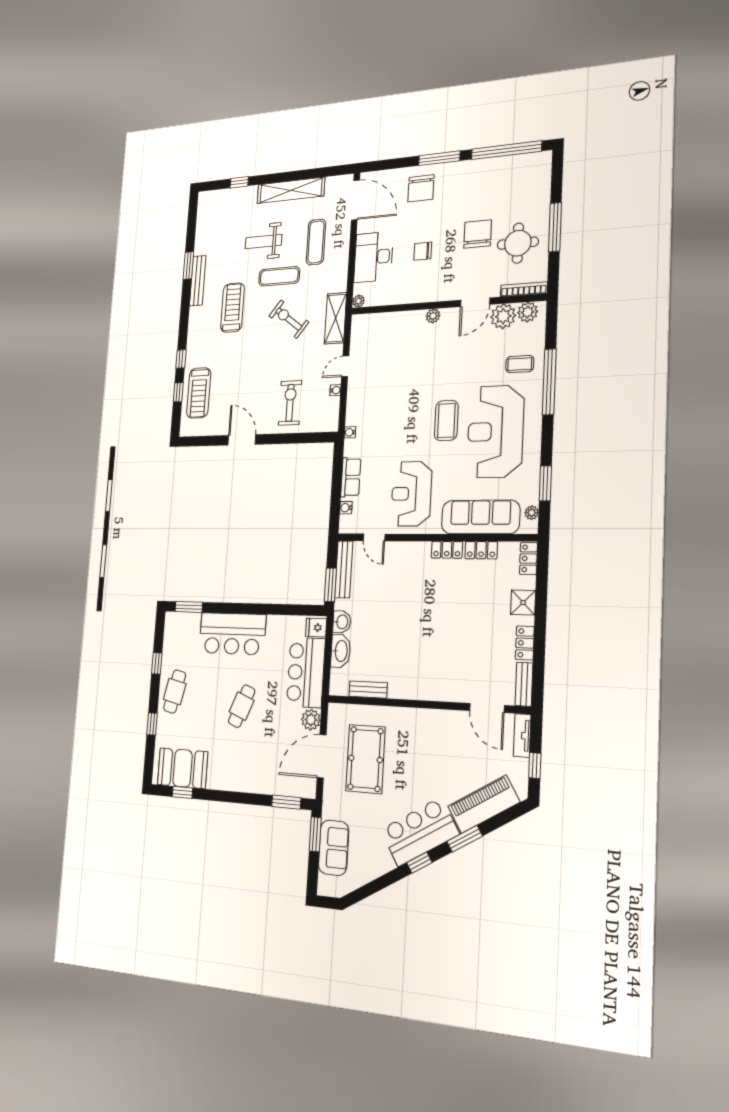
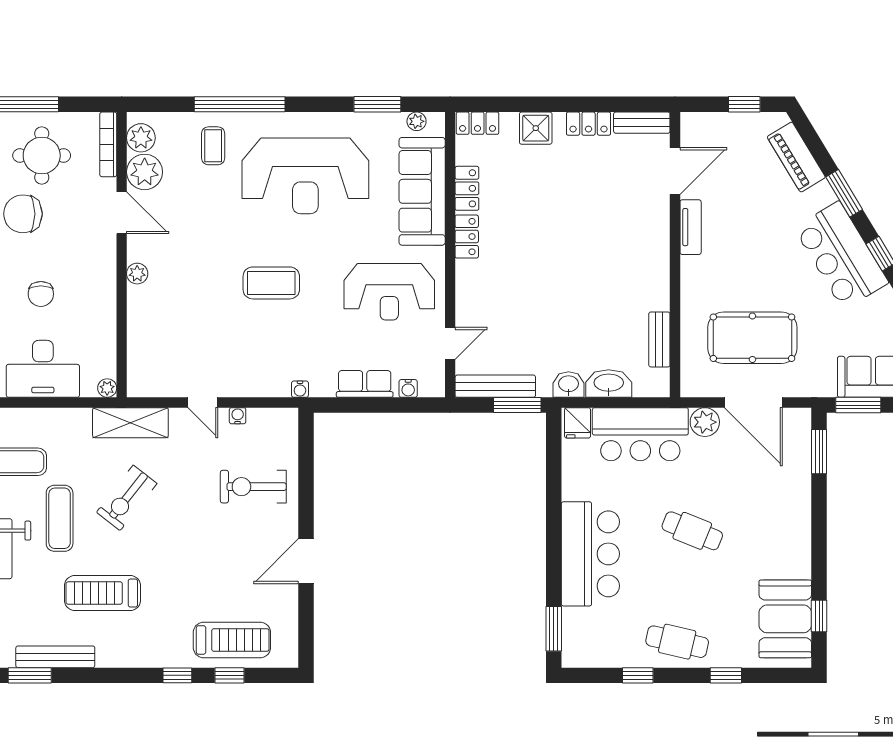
coffee table: (446, 420) -> (271, 283), moved
tv unit: (522, 735) -> (691, 227), moved, turned -90
piano: (484, 804) -> (796, 157), width x0.73, depth x0.75

